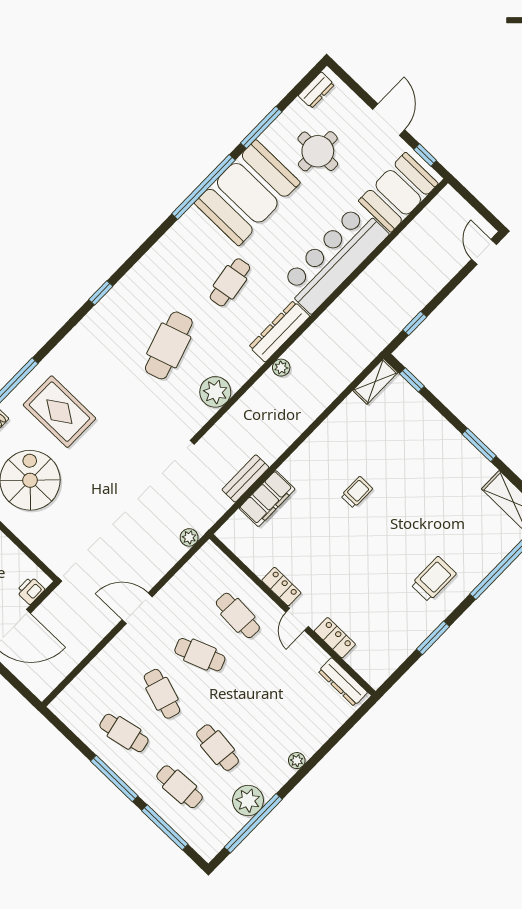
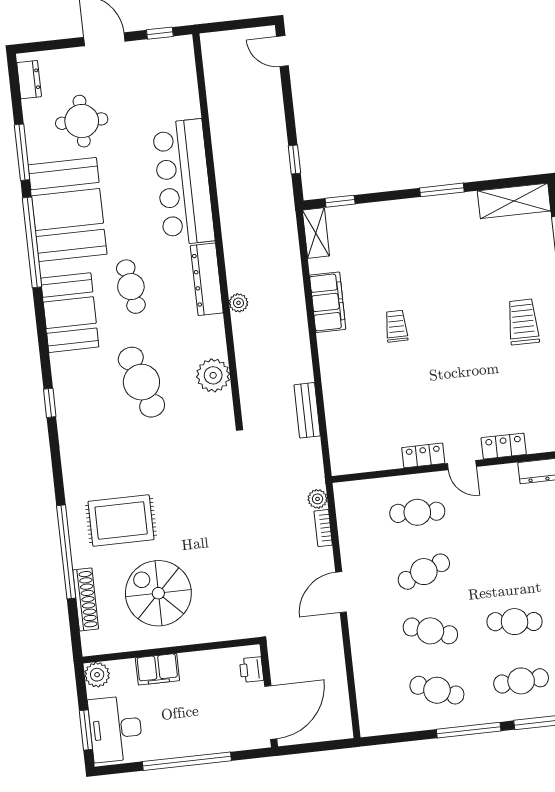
booth: (398, 192) -> (70, 313), moved
filing cabinet: (267, 499) -> (328, 302), moved
bookcase: (172, 558) -> (323, 528), added
cafe table: (124, 733) -> (437, 690), turned 33

